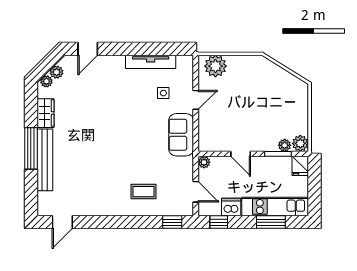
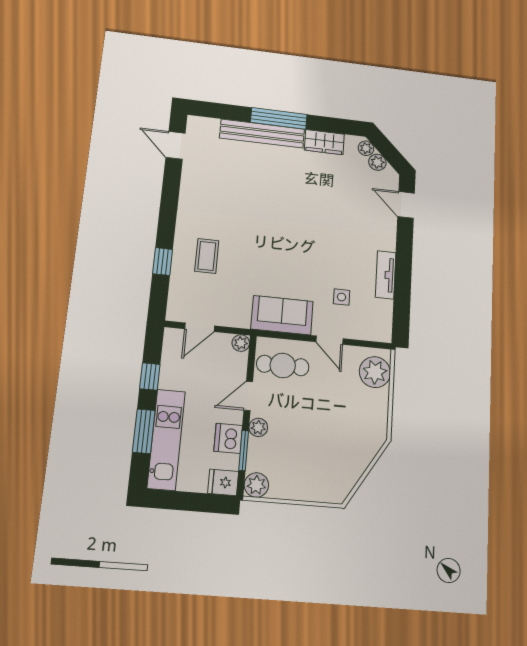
tv unit: (151, 62) -> (386, 275), width x0.71
cafe table: (217, 132) -> (283, 365), added
plant: (285, 145) -> (258, 427), moved
dishwasher: (231, 207) -> (228, 438), moved, turned 180
window: (172, 222) -> (163, 262), moved
window: (219, 222) -> (150, 377), moved

